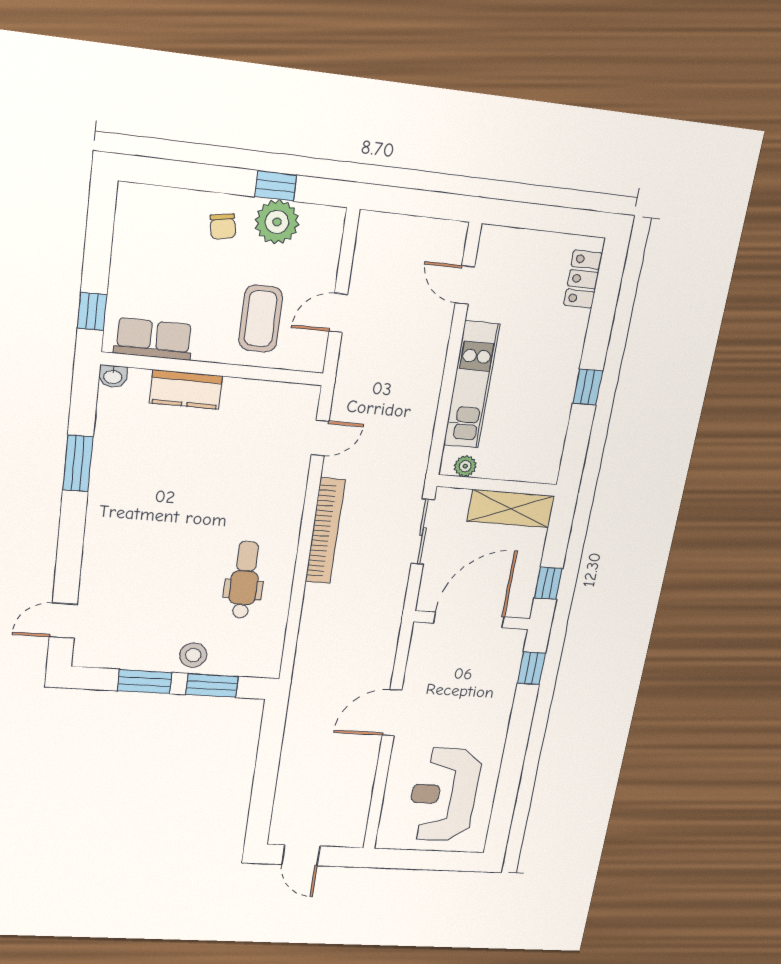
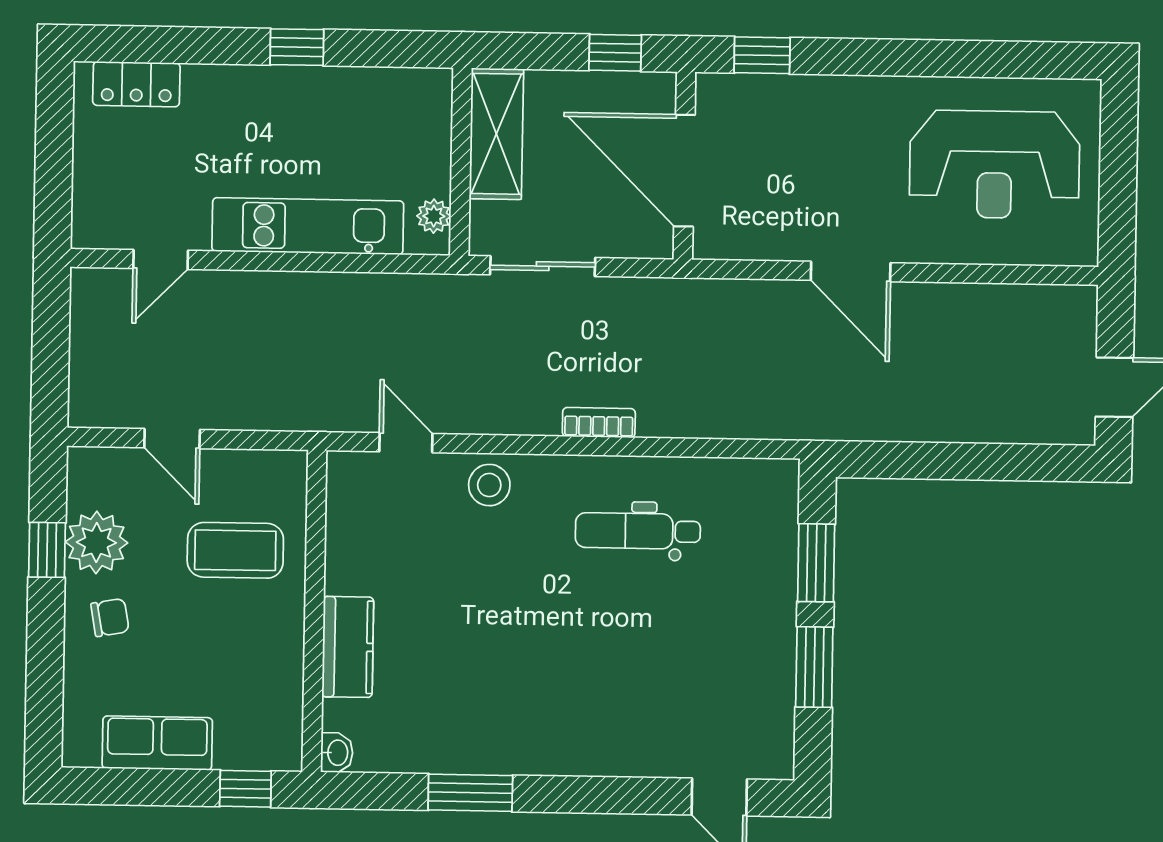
door: (338, 313) -> (172, 439), moved
row of seats: (153, 339) -> (157, 743), moved, turned 90
bookcase: (325, 531) -> (599, 423), width x0.43, depth x0.76
stool: (193, 655) -> (489, 485), moved

